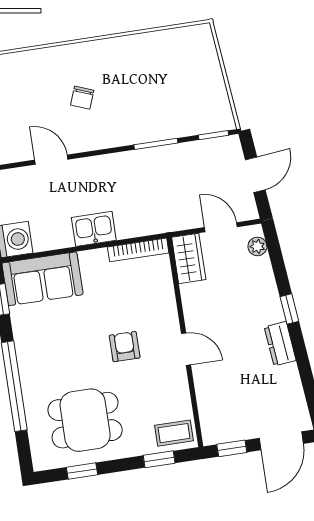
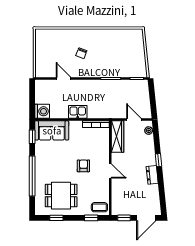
door: (255, 175) -> (152, 99), removed
wardrobe: (189, 258) -> (118, 136), width x1.50

